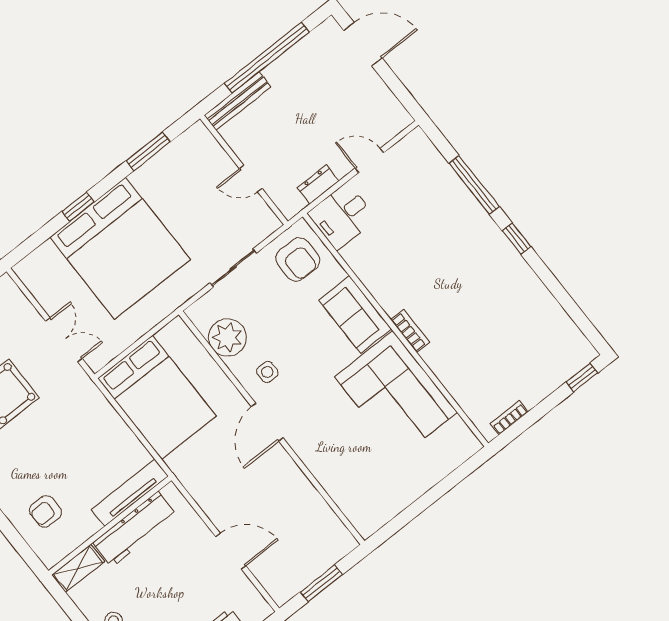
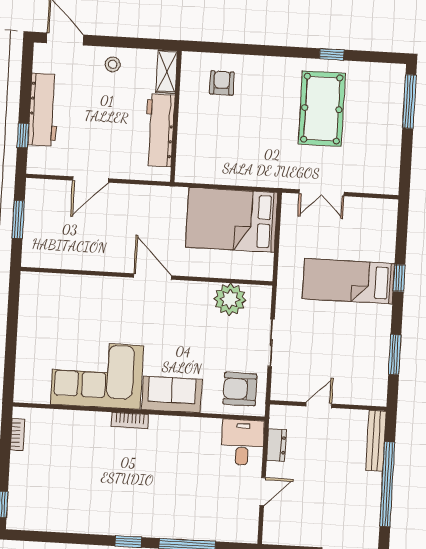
bed: (120, 248) -> (348, 281), width x0.49
side table: (267, 372) -> (185, 305), removed
tv unit: (130, 493) -> (186, 148), removed

